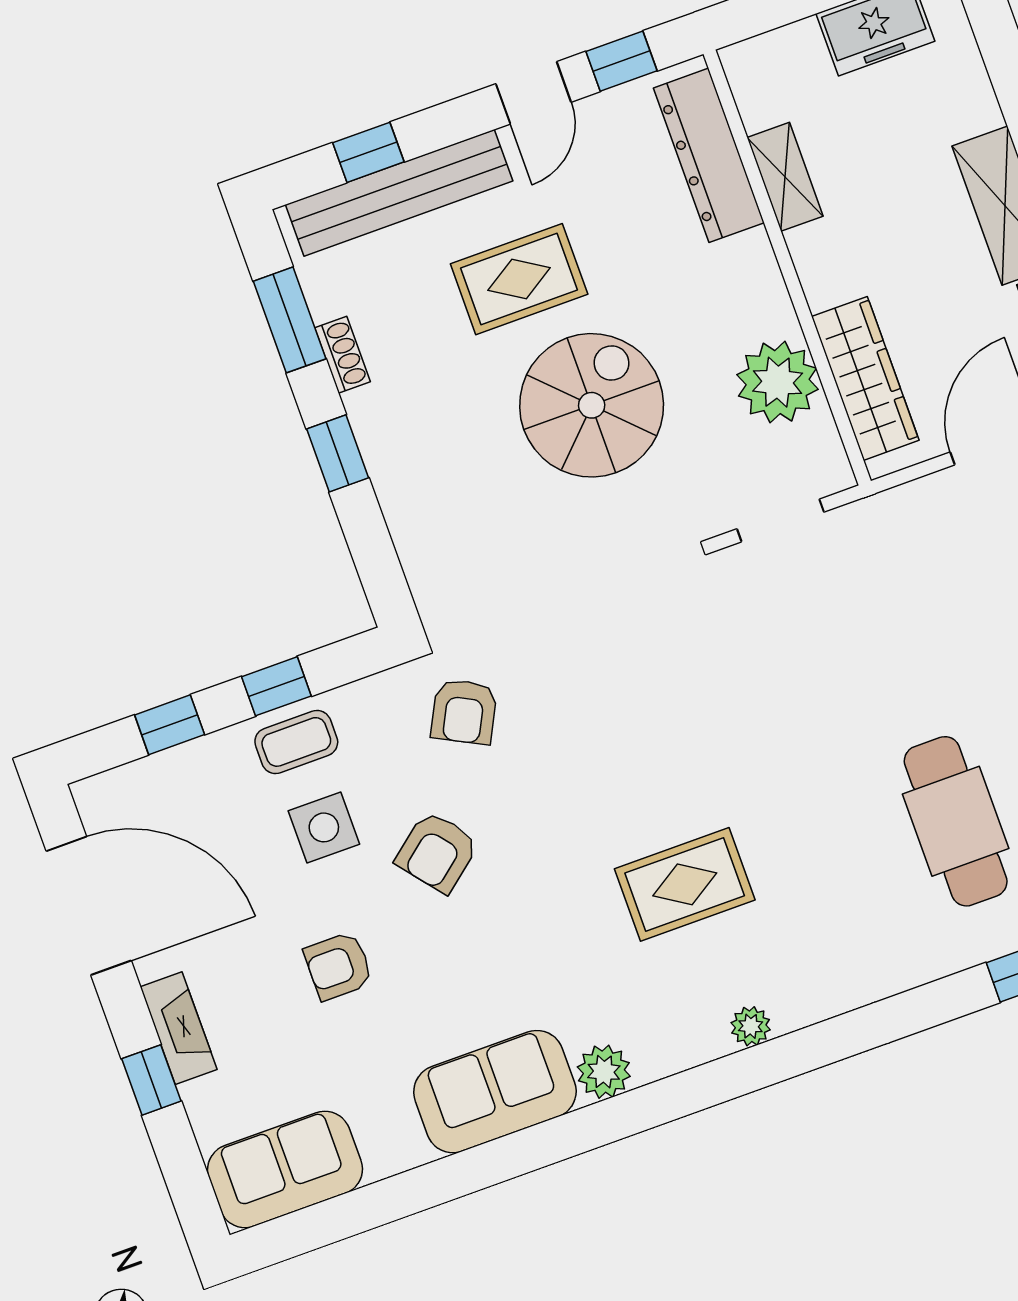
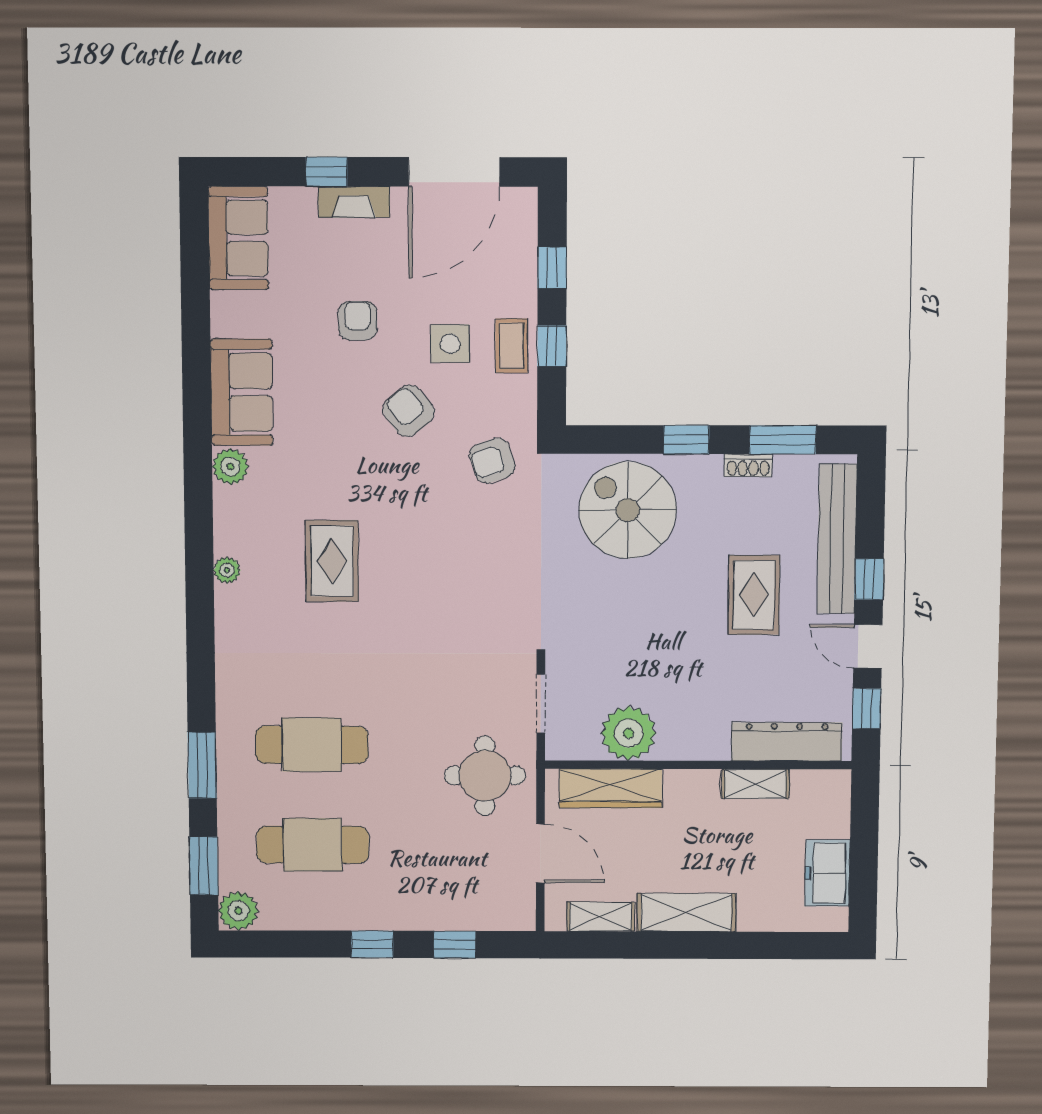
window: (368, 152) -> (869, 579), moved
spiral stairs: (592, 405) -> (628, 510), moved, turned 180
round table: (911, 562) -> (485, 776), added
armchair: (464, 712) -> (492, 461), turned -46

